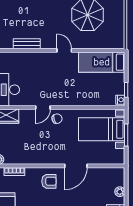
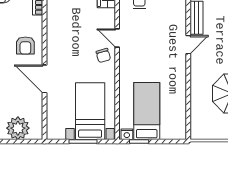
door: (64, 50) -> (188, 45), moved
bed: (102, 62) -> (147, 111), moved
plant: (120, 192) -> (18, 128), width x1.88, depth x1.88

